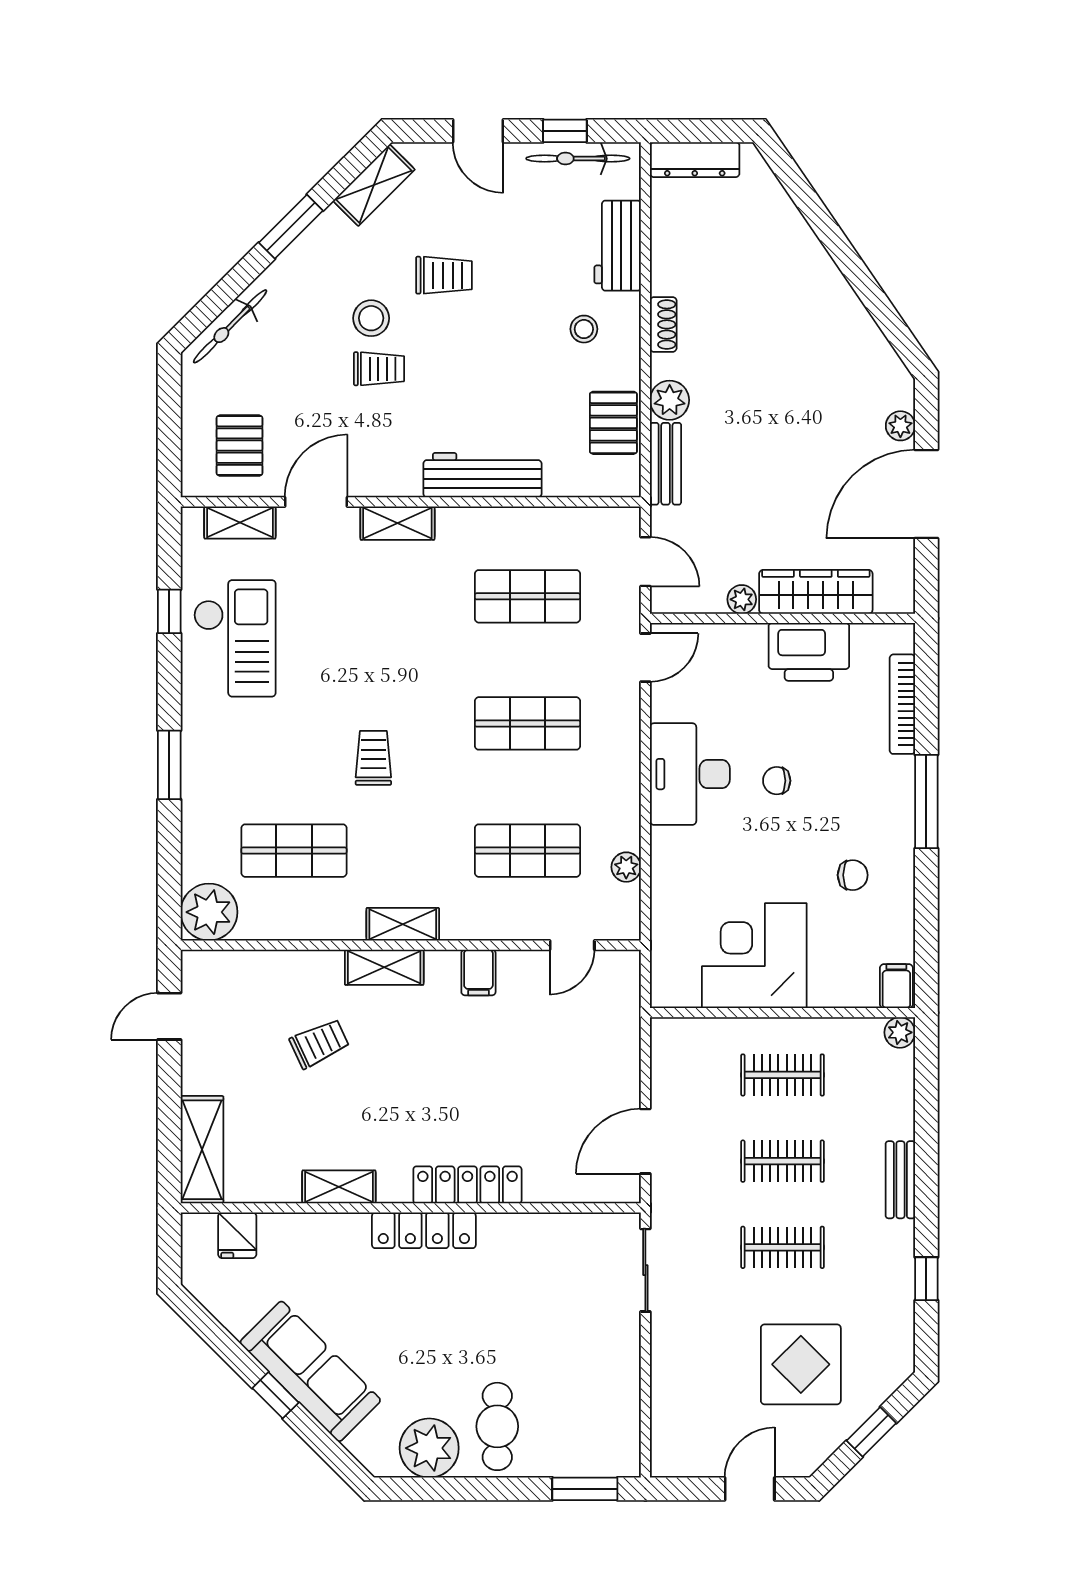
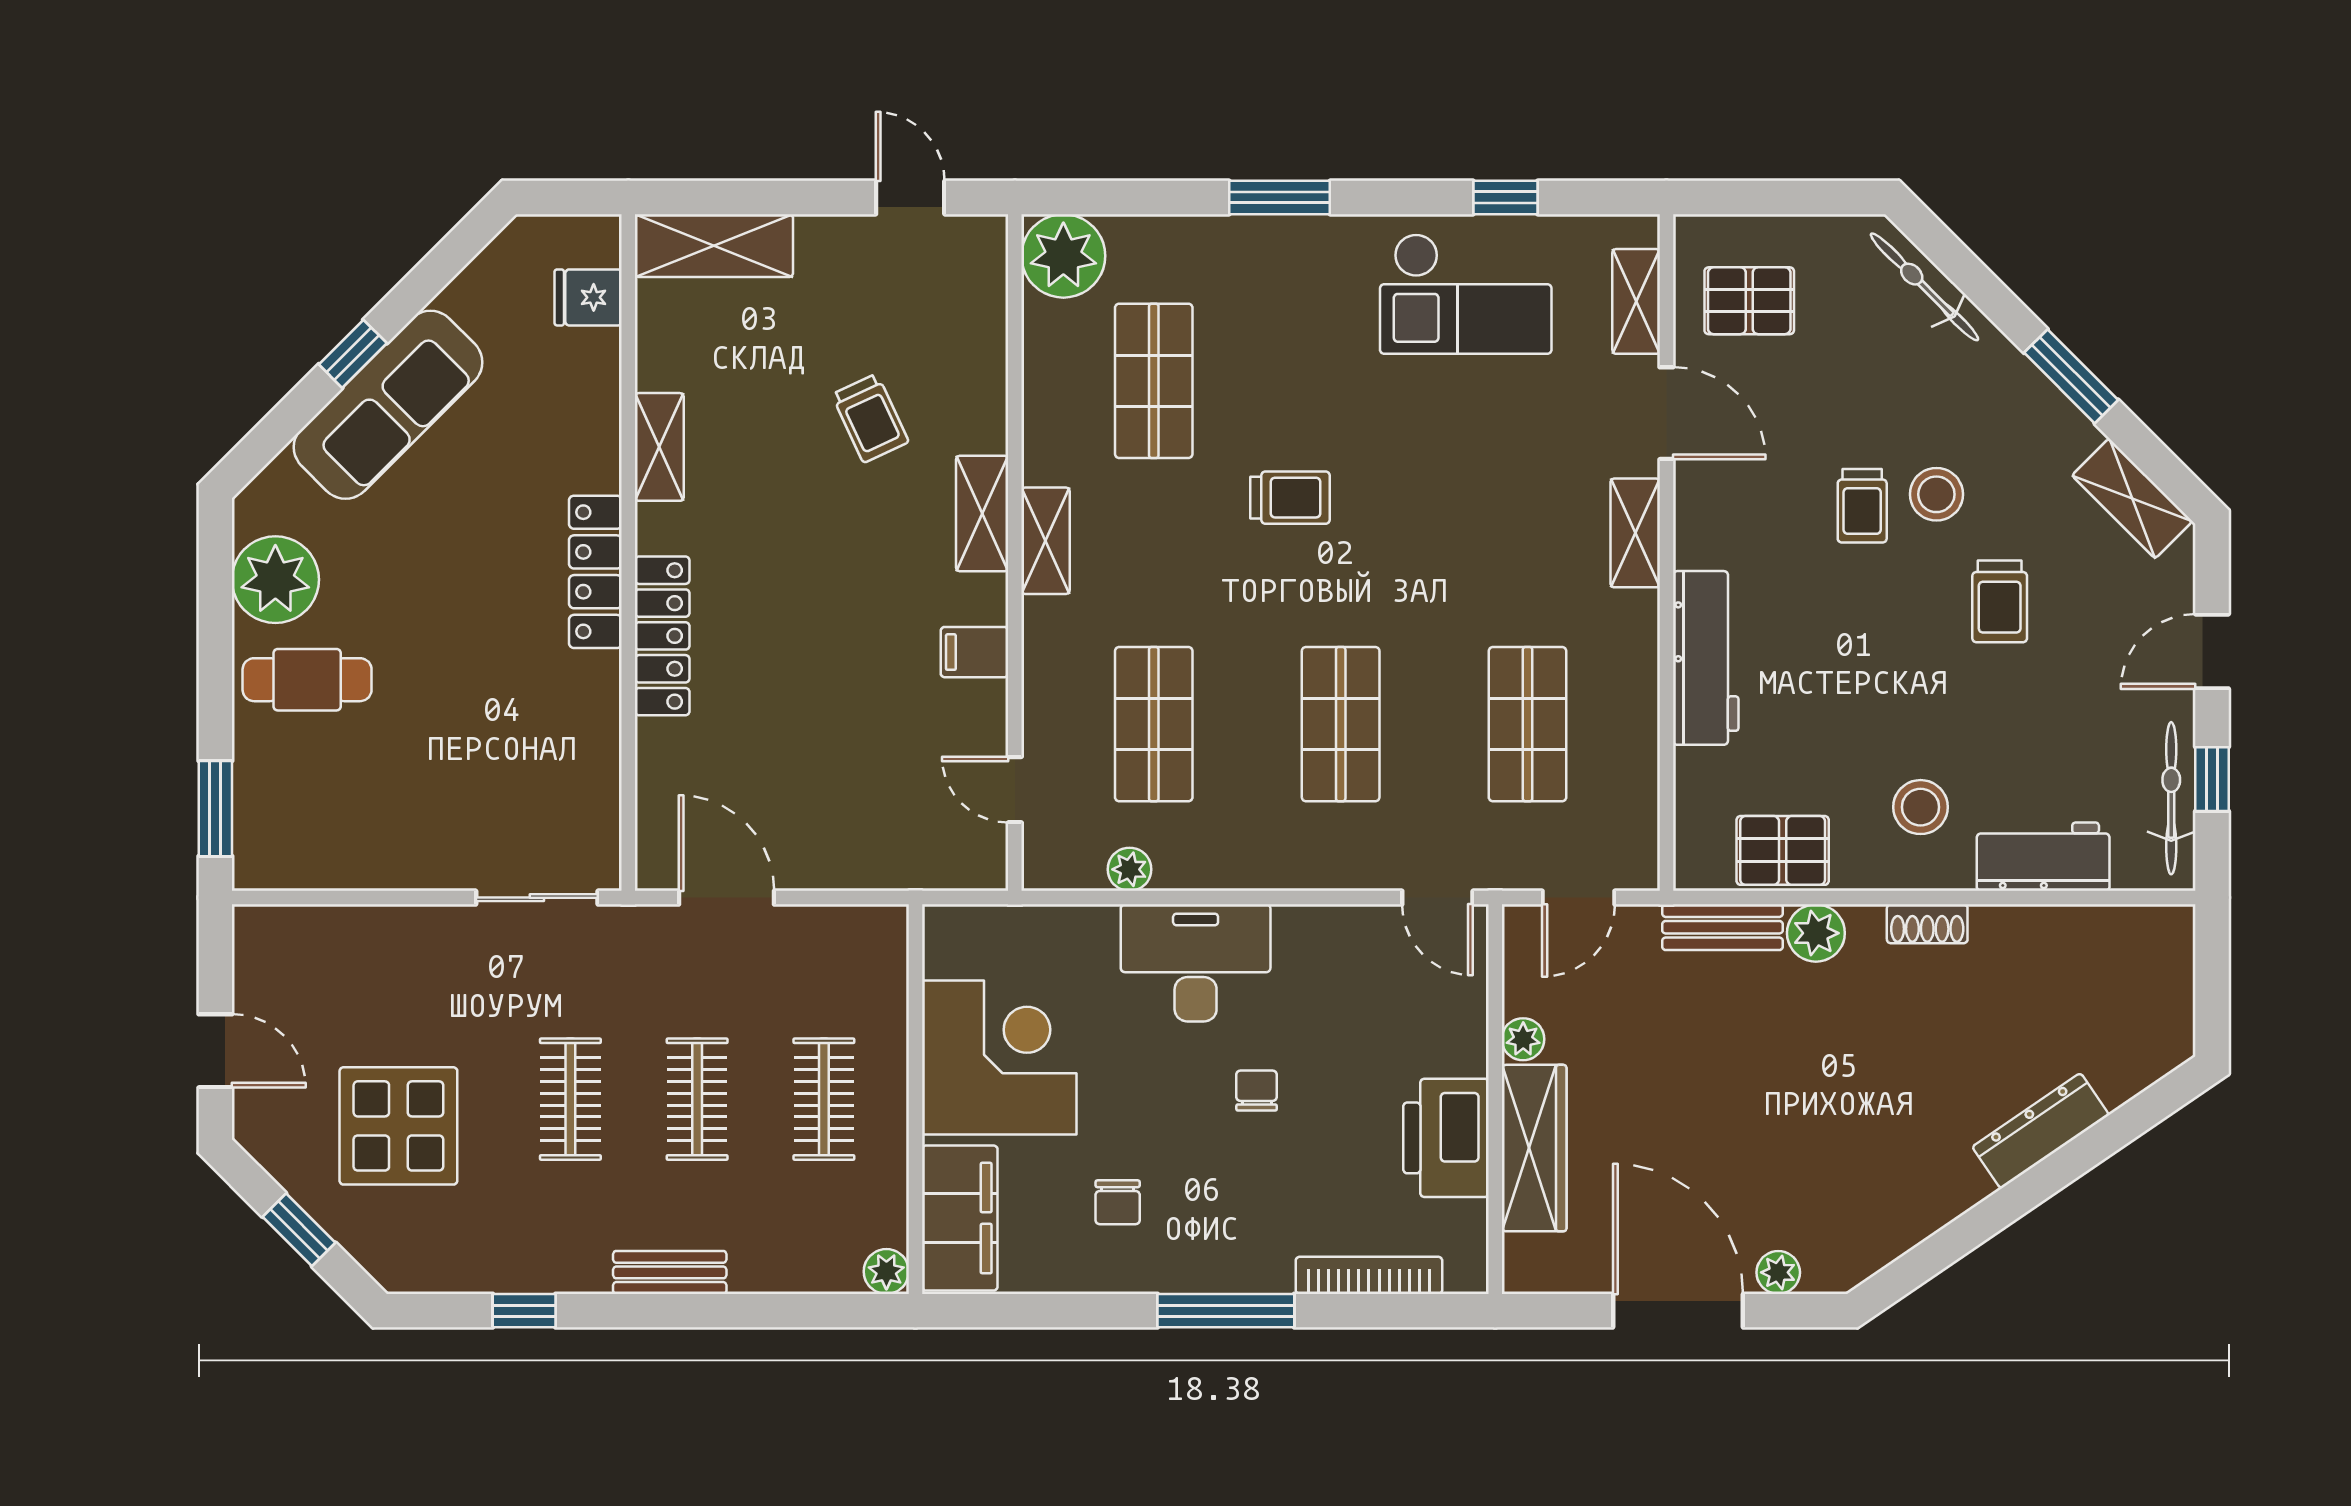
dresser: (695, 160) -> (2041, 1131), moved, turned 56
stool: (584, 329) -> (1921, 807), width x1.37, depth x1.37
desk: (690, 774) -> (1196, 963), moved
filing cabinet: (896, 986) -> (960, 1218), width x3.00, depth x1.17

